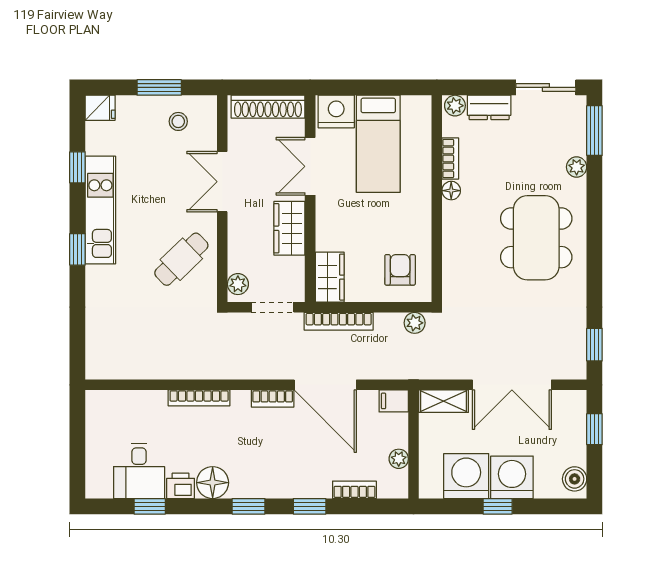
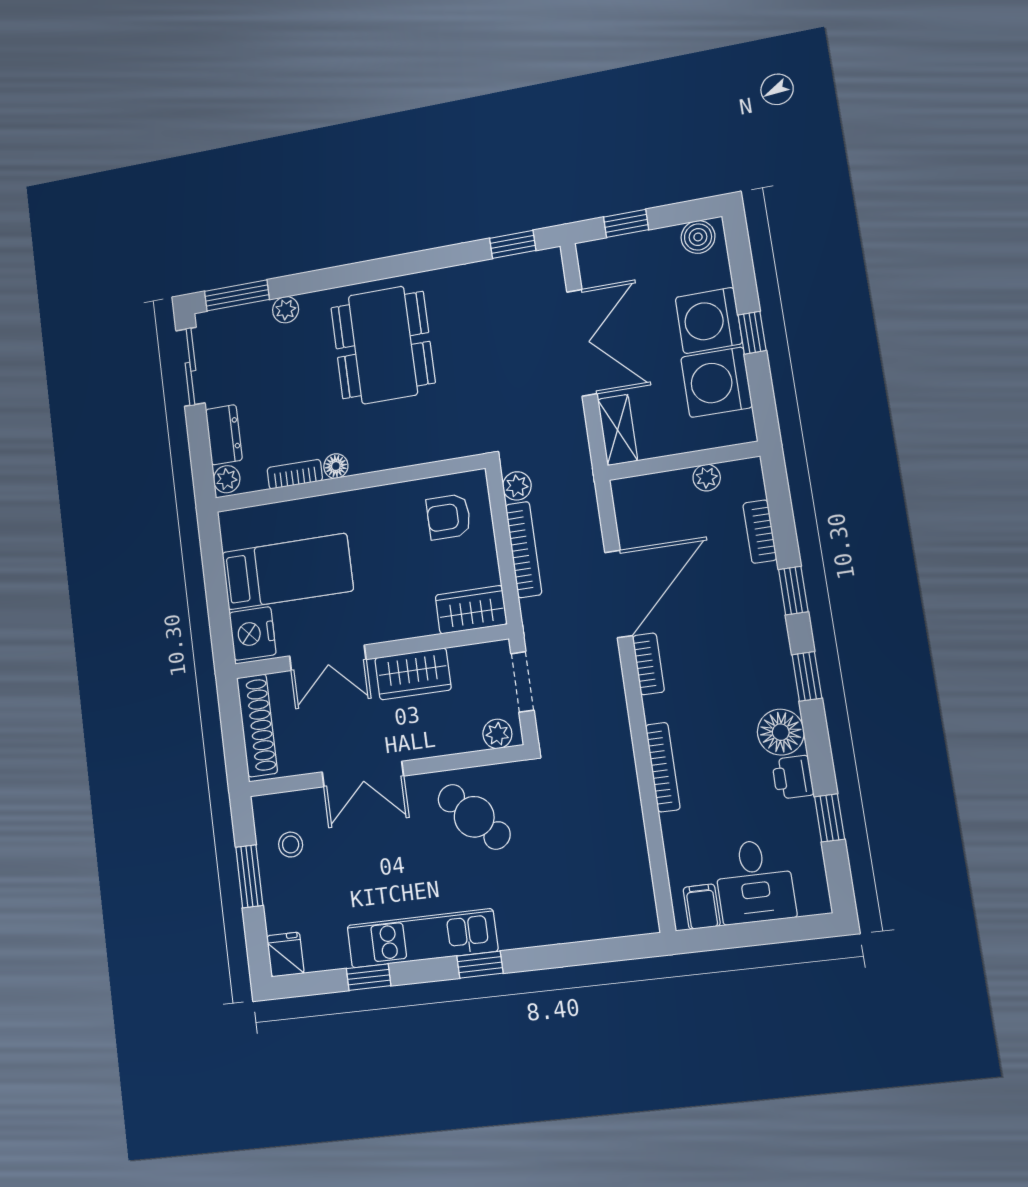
dining table: (536, 238) -> (383, 345), turned 90
bookcase: (339, 321) -> (524, 550), moved
filing cabinet: (394, 401) -> (702, 907), moved, turned 180
desk: (139, 471) -> (754, 881), moved, turned 90

